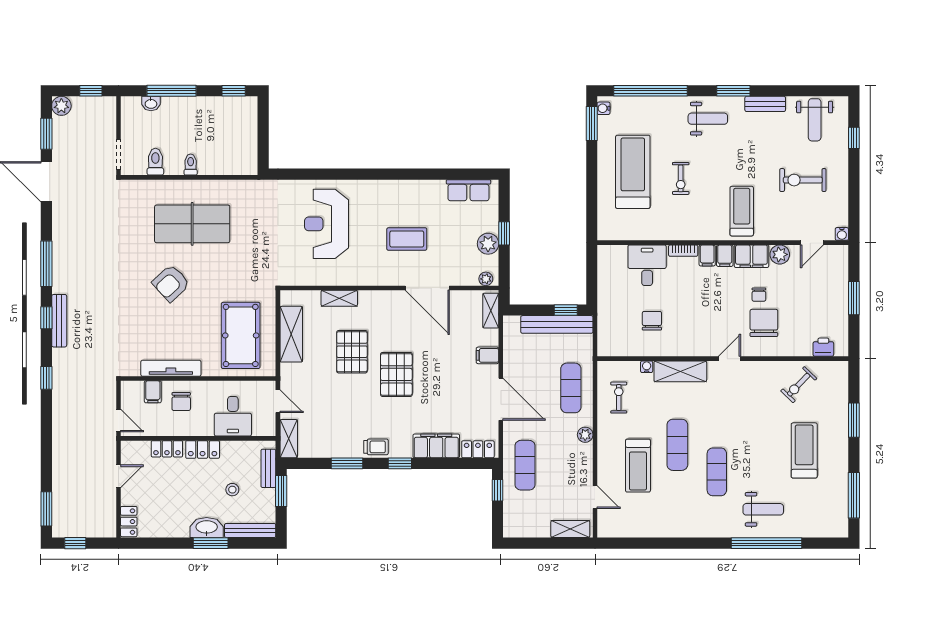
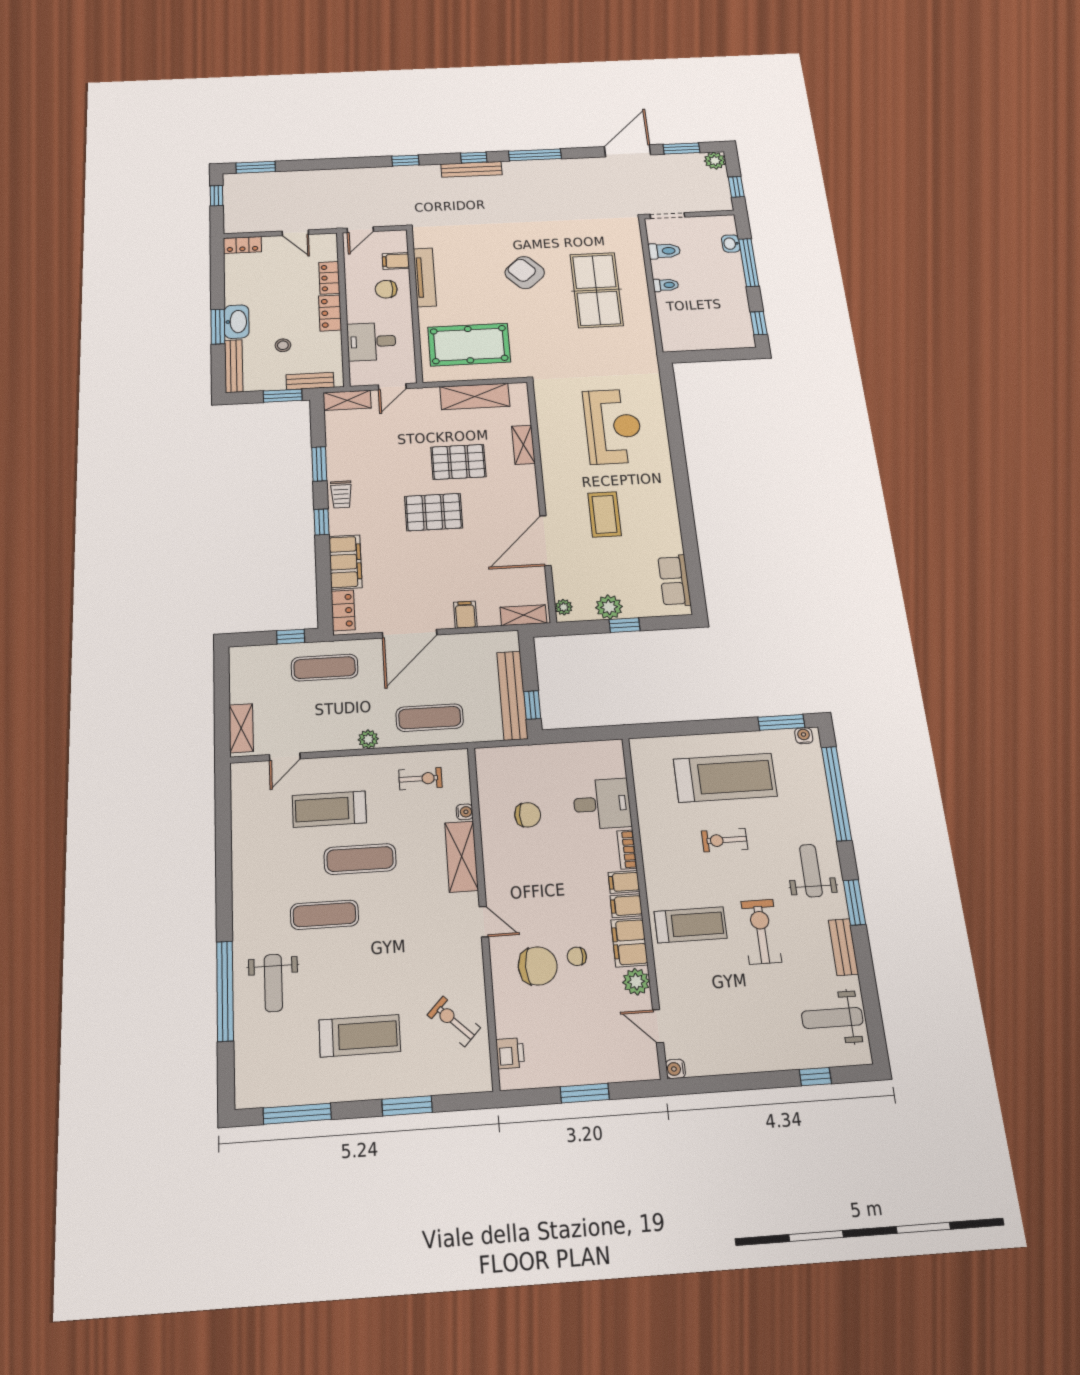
weight bench: (708, 119) -> (811, 871), turned 180
exercise bike: (803, 180) -> (761, 932), moved
reception desk: (326, 224) -> (613, 426), turned 90

